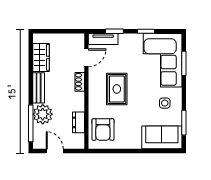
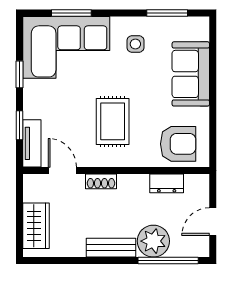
wardrobe: (41, 57) -> (36, 226), moved, turned 90
rug: (117, 89) -> (113, 121), turned 90
sofa: (162, 137) -> (191, 74), moved

